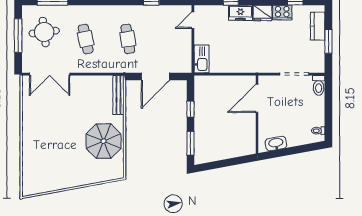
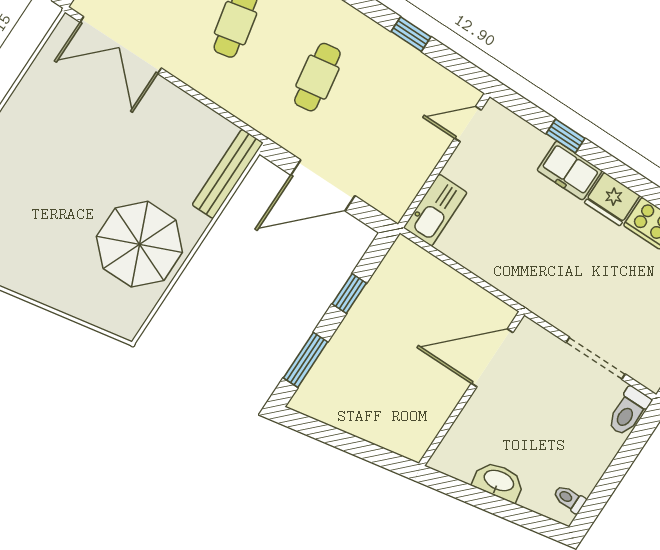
washbasin: (276, 144) -> (499, 481), moved

